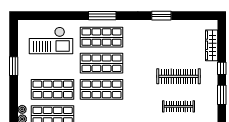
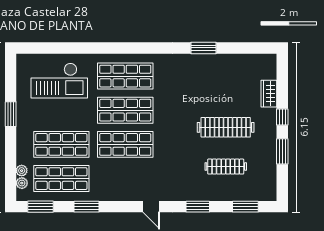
window: (102, 16) -> (126, 48), removed
wardrobe: (212, 45) -> (269, 94), width x0.67

